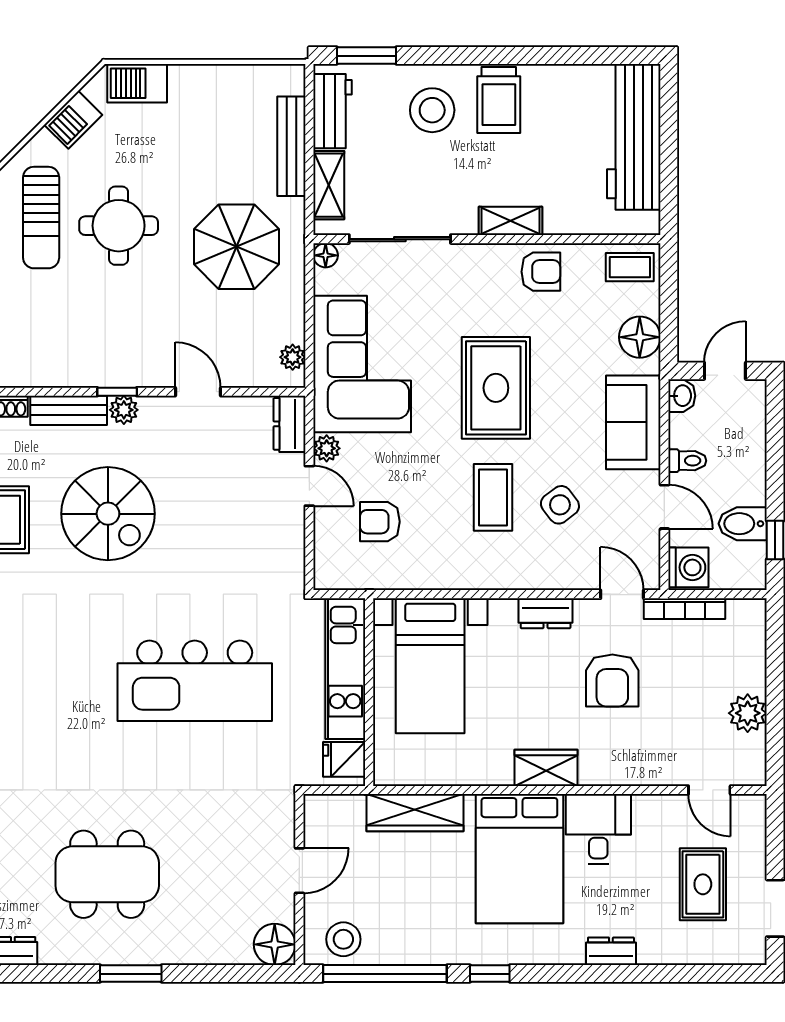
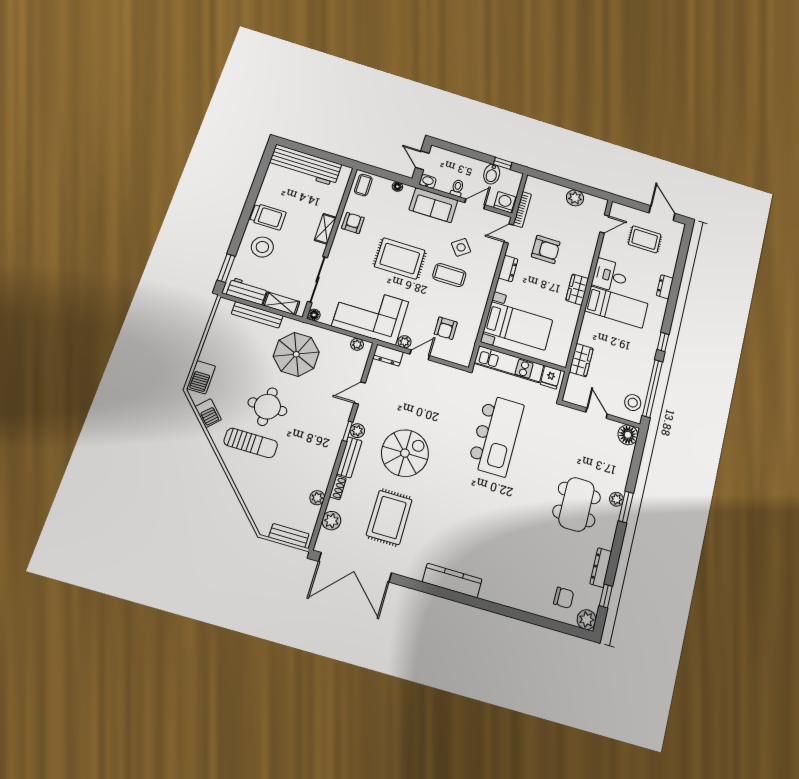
floor lamp: (640, 337) -> (397, 187), width x0.53, depth x0.53
wardrobe: (415, 813) -> (581, 360), width x0.67
bed: (519, 859) -> (616, 307), width x0.67
plant: (140, 951) -> (616, 499), added

